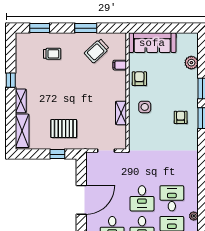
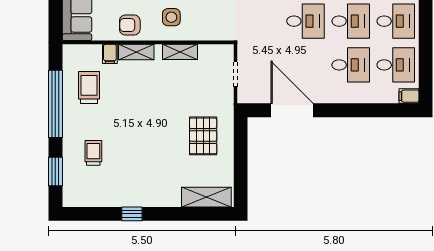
window: (86, 28) -> (55, 104), width x2.11
trolley: (97, 51) -> (89, 88), turned -137
shelving: (21, 101) -> (136, 52), moved
window: (57, 154) -> (241, 145), removed
door: (81, 200) -> (292, 110), moved

